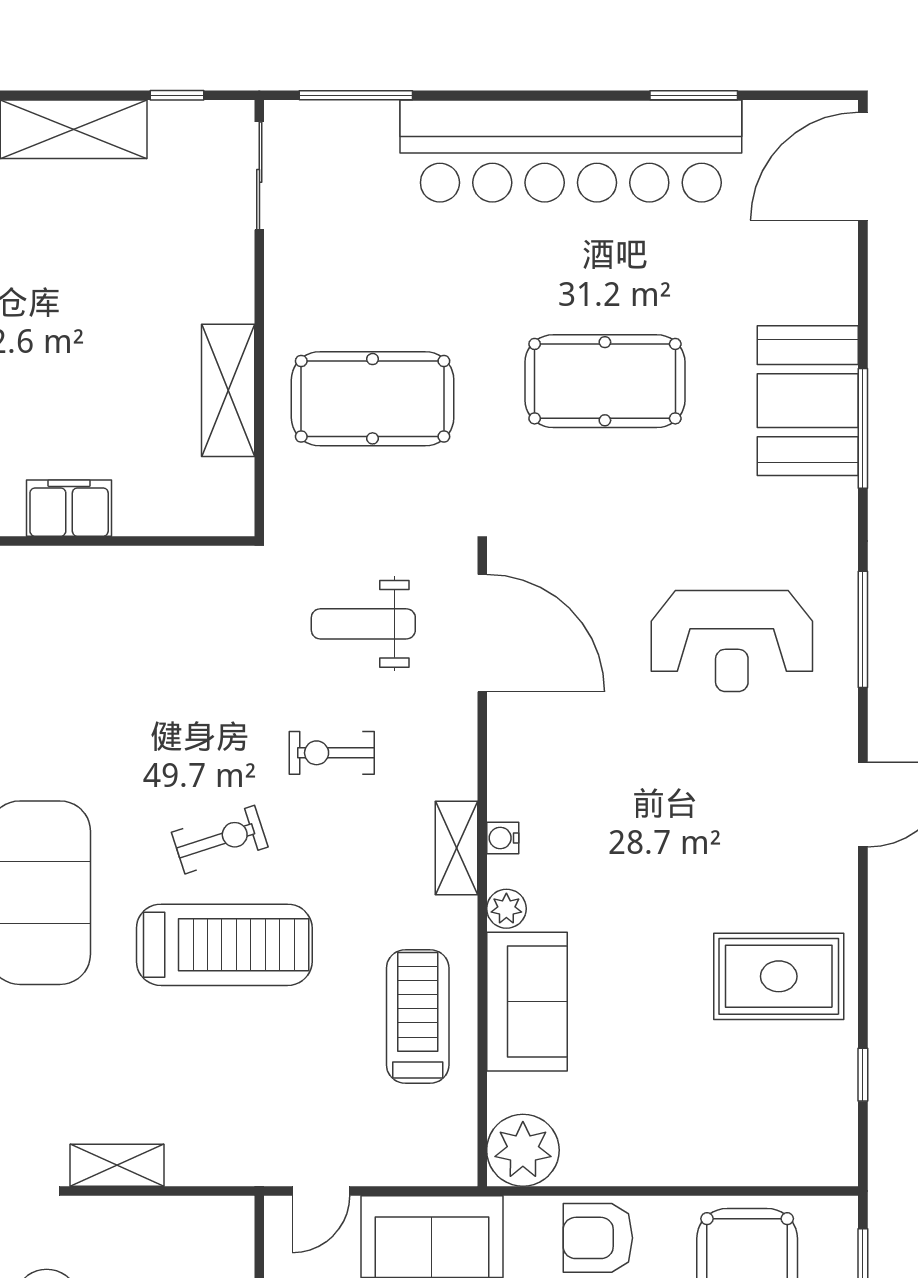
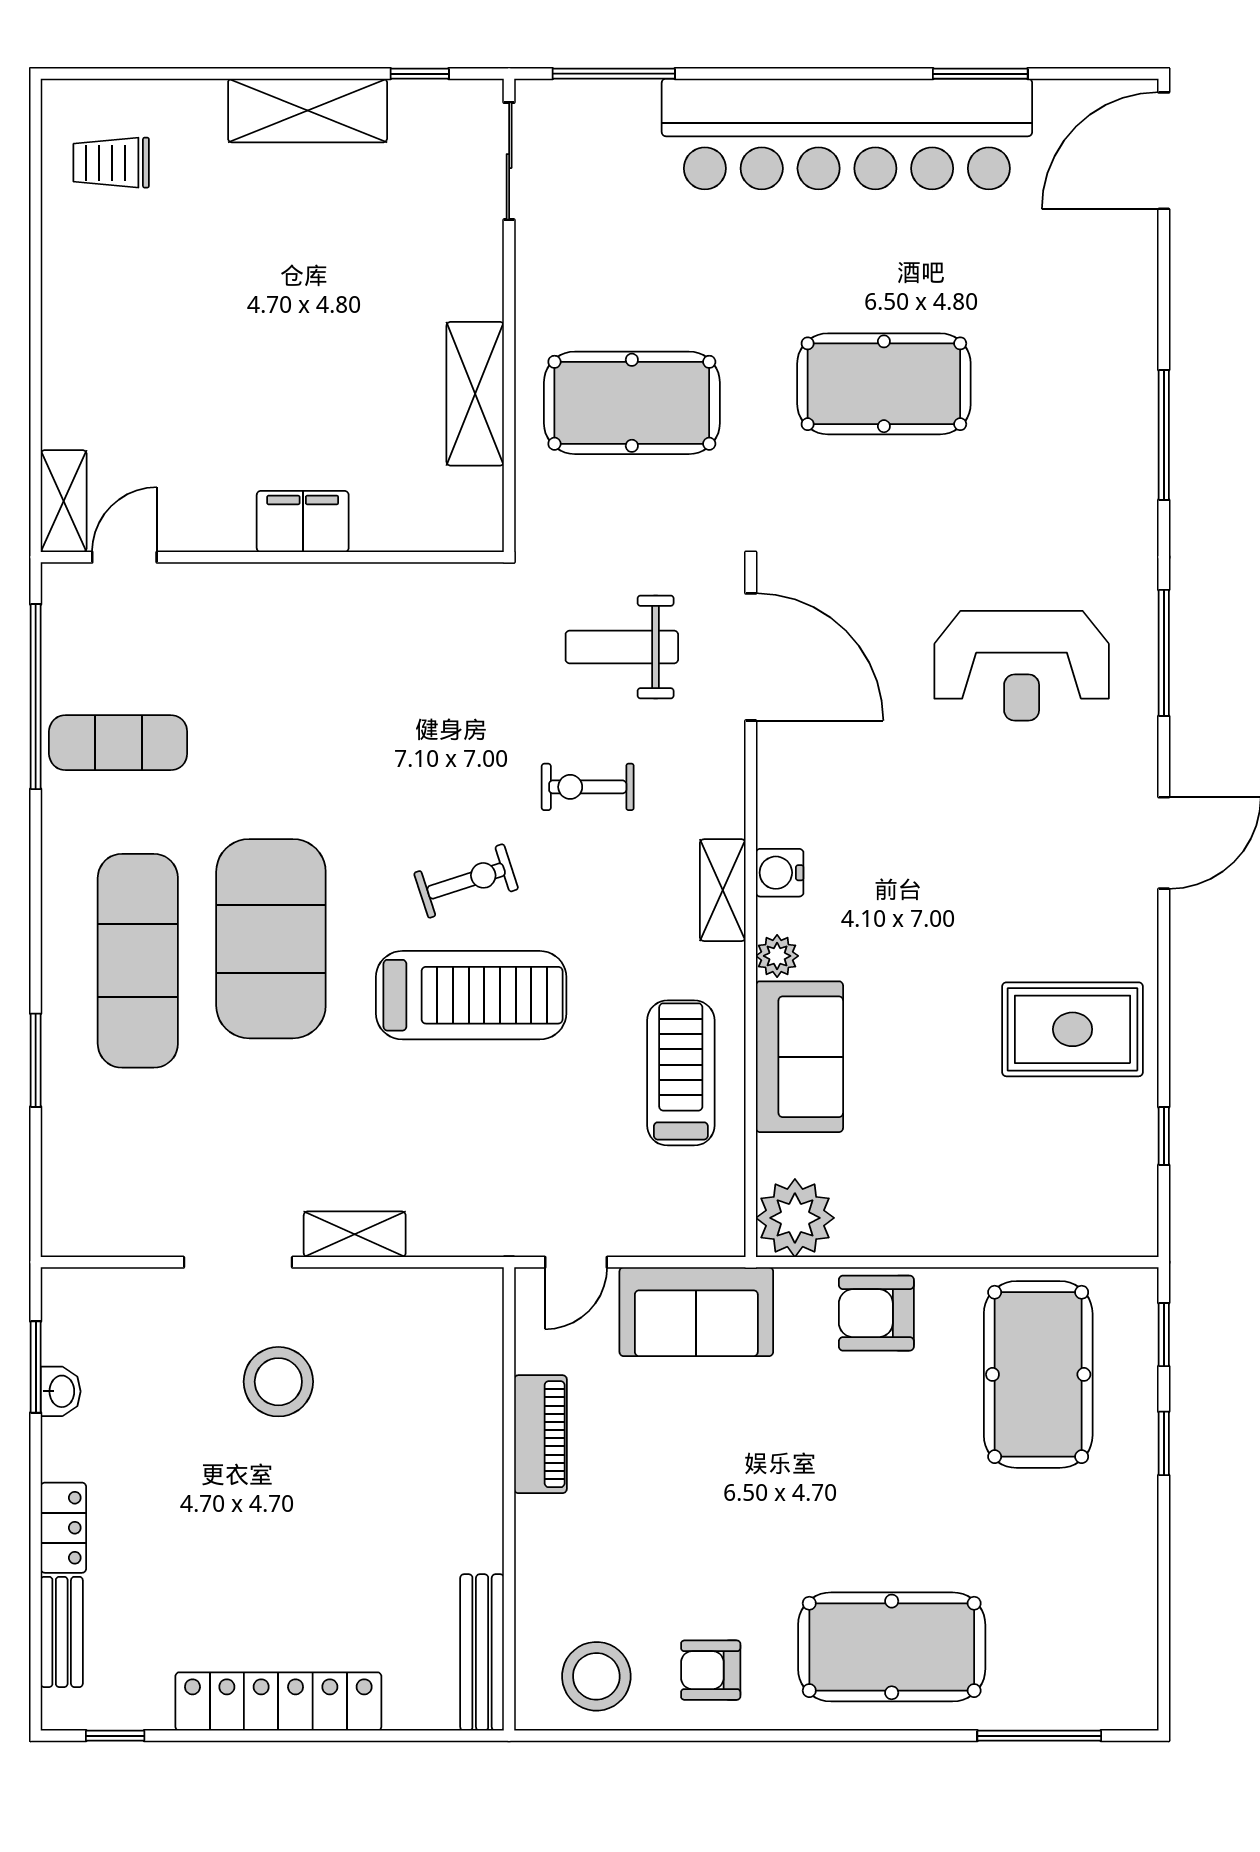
booth: (808, 401) -> (1104, 405), removed
water cooler: (503, 838) -> (780, 873), width x1.38, depth x1.38

